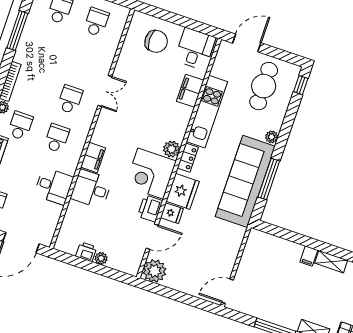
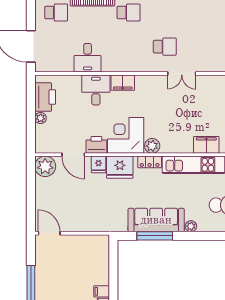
school desk: (57, 138) -> (129, 47), removed
sofa: (245, 181) -> (156, 220), width x0.74, depth x0.79
printer: (86, 252) -> (45, 97), width x1.87, depth x1.48

